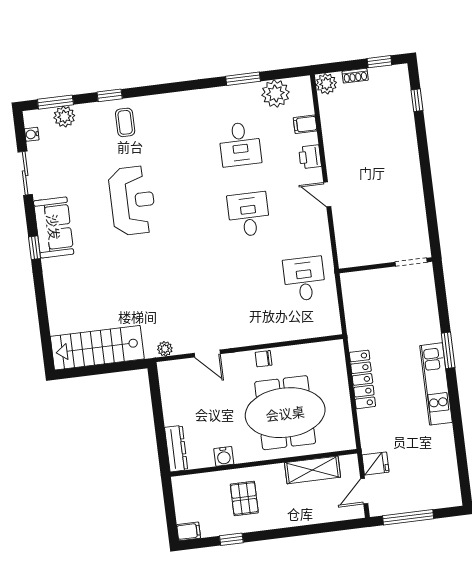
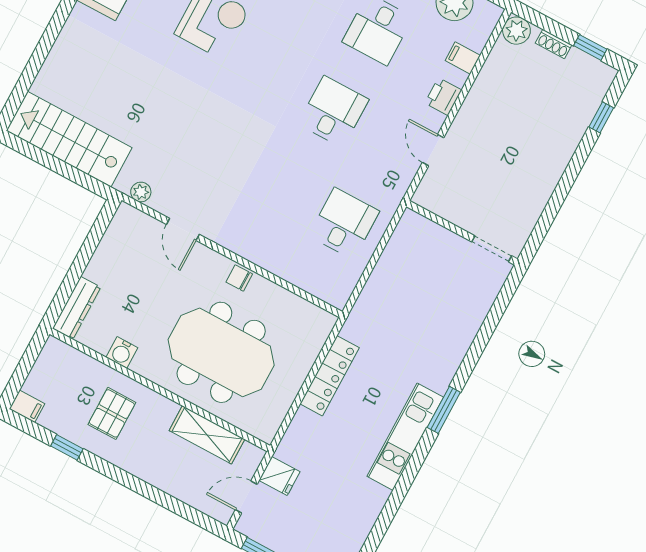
doorway: (411, 262) -> (492, 249), moved
wall: (386, 265) -> (462, 233), moved

